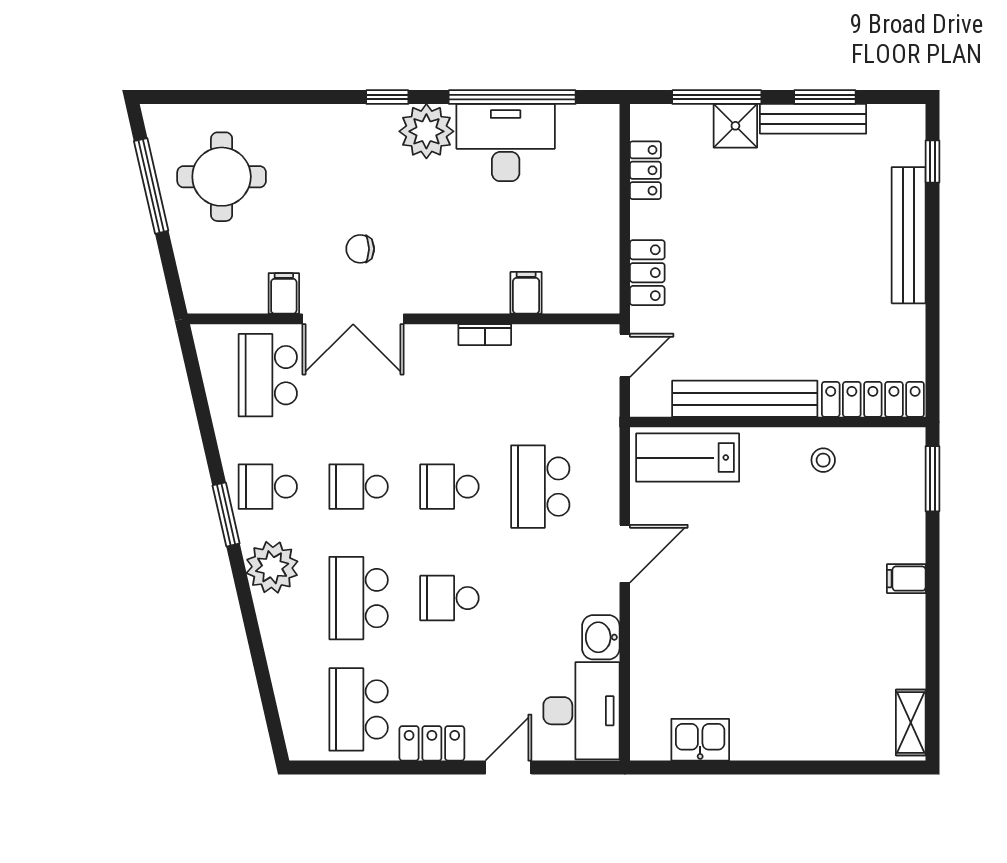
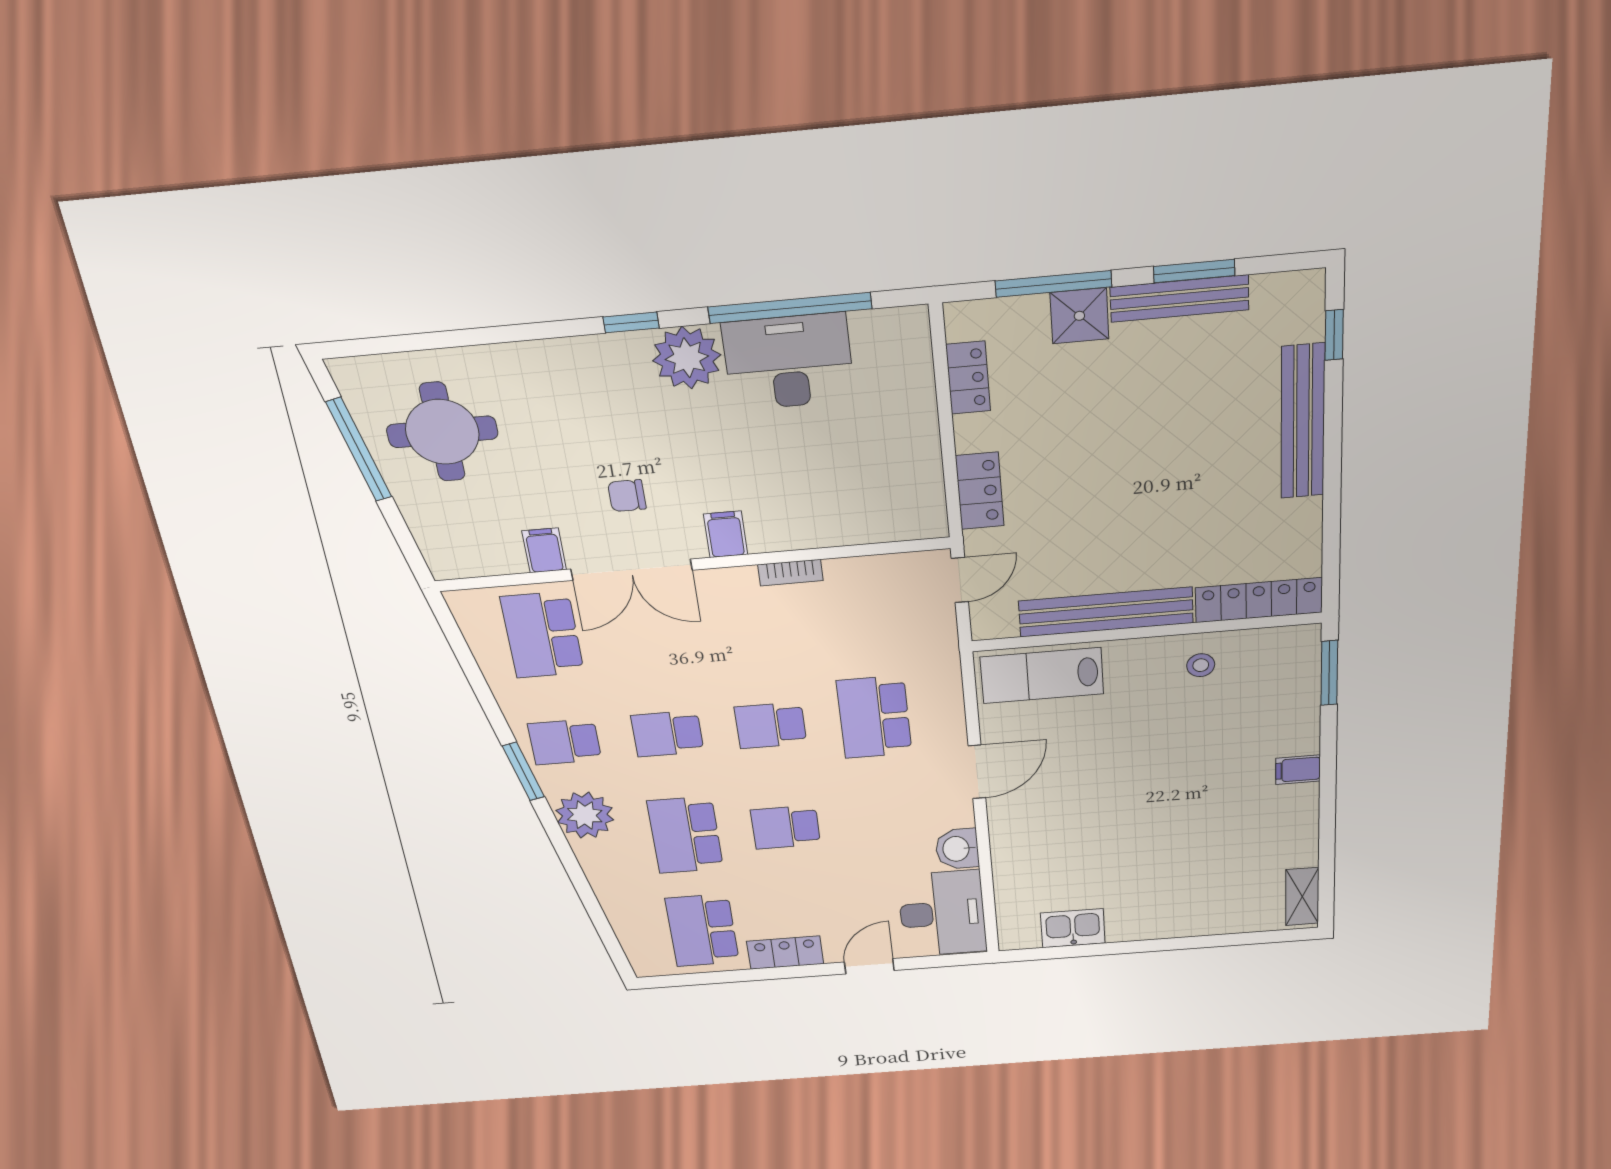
filing cabinet: (526, 293) -> (726, 534), moved

